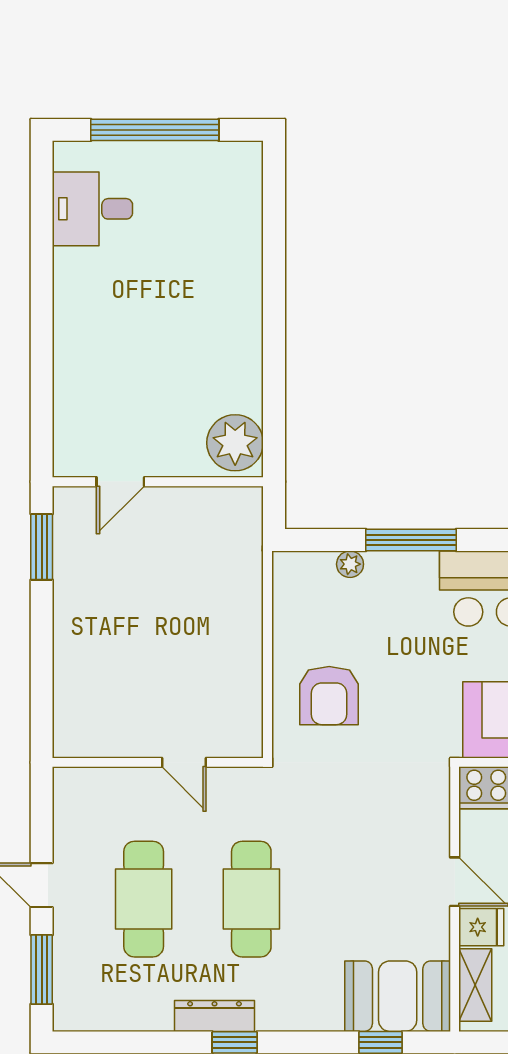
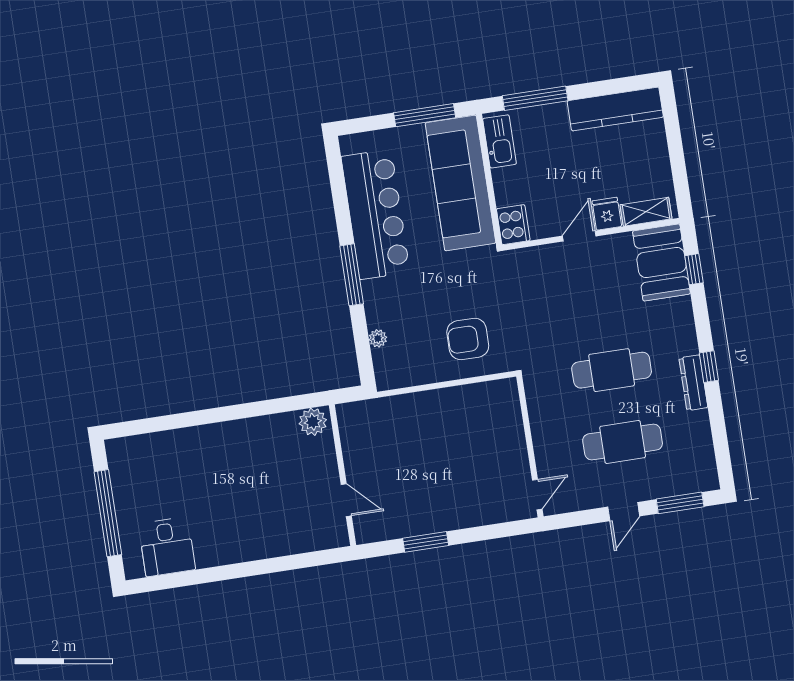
plant: (235, 443) -> (313, 422), width x0.73, depth x0.73
window: (411, 540) -> (352, 275), moved
window: (42, 547) -> (426, 542), moved
armchair: (329, 696) -> (468, 339), turned 180
door: (184, 762) -> (537, 495), moved

